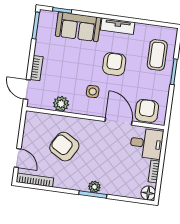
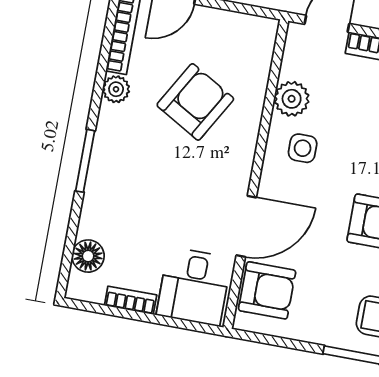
side table: (93, 91) -> (303, 148), moved
plant: (94, 187) -> (116, 89), moved
floor lamp: (148, 193) -> (88, 256), moved

